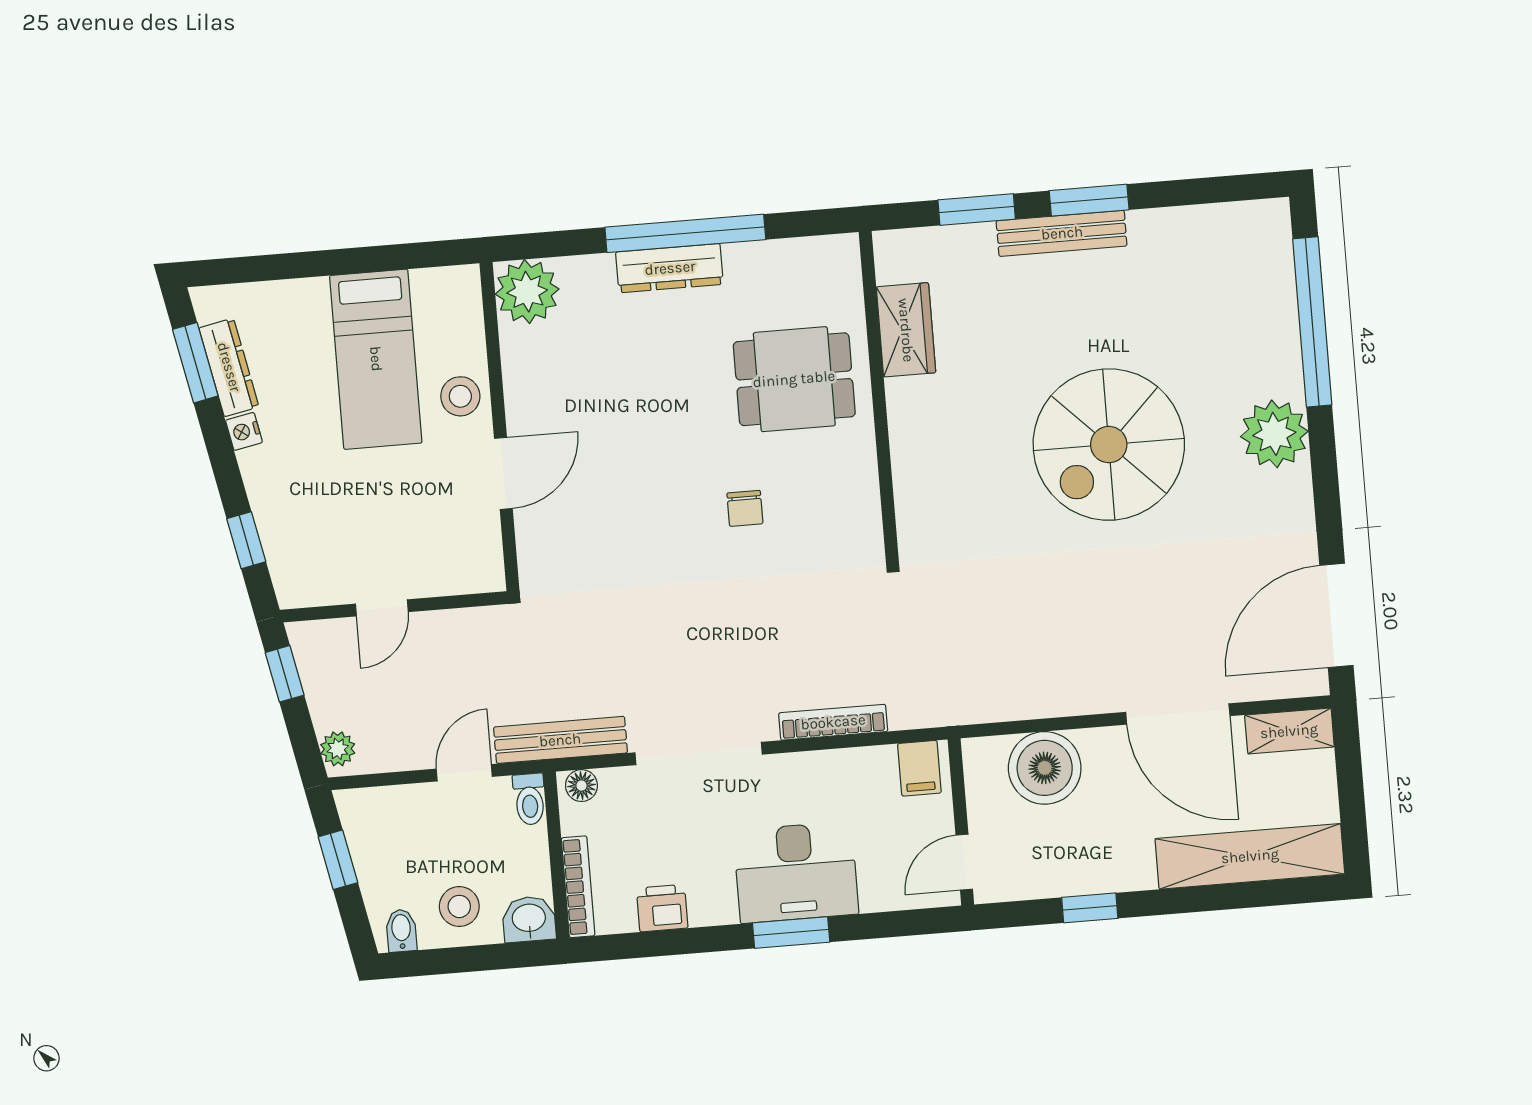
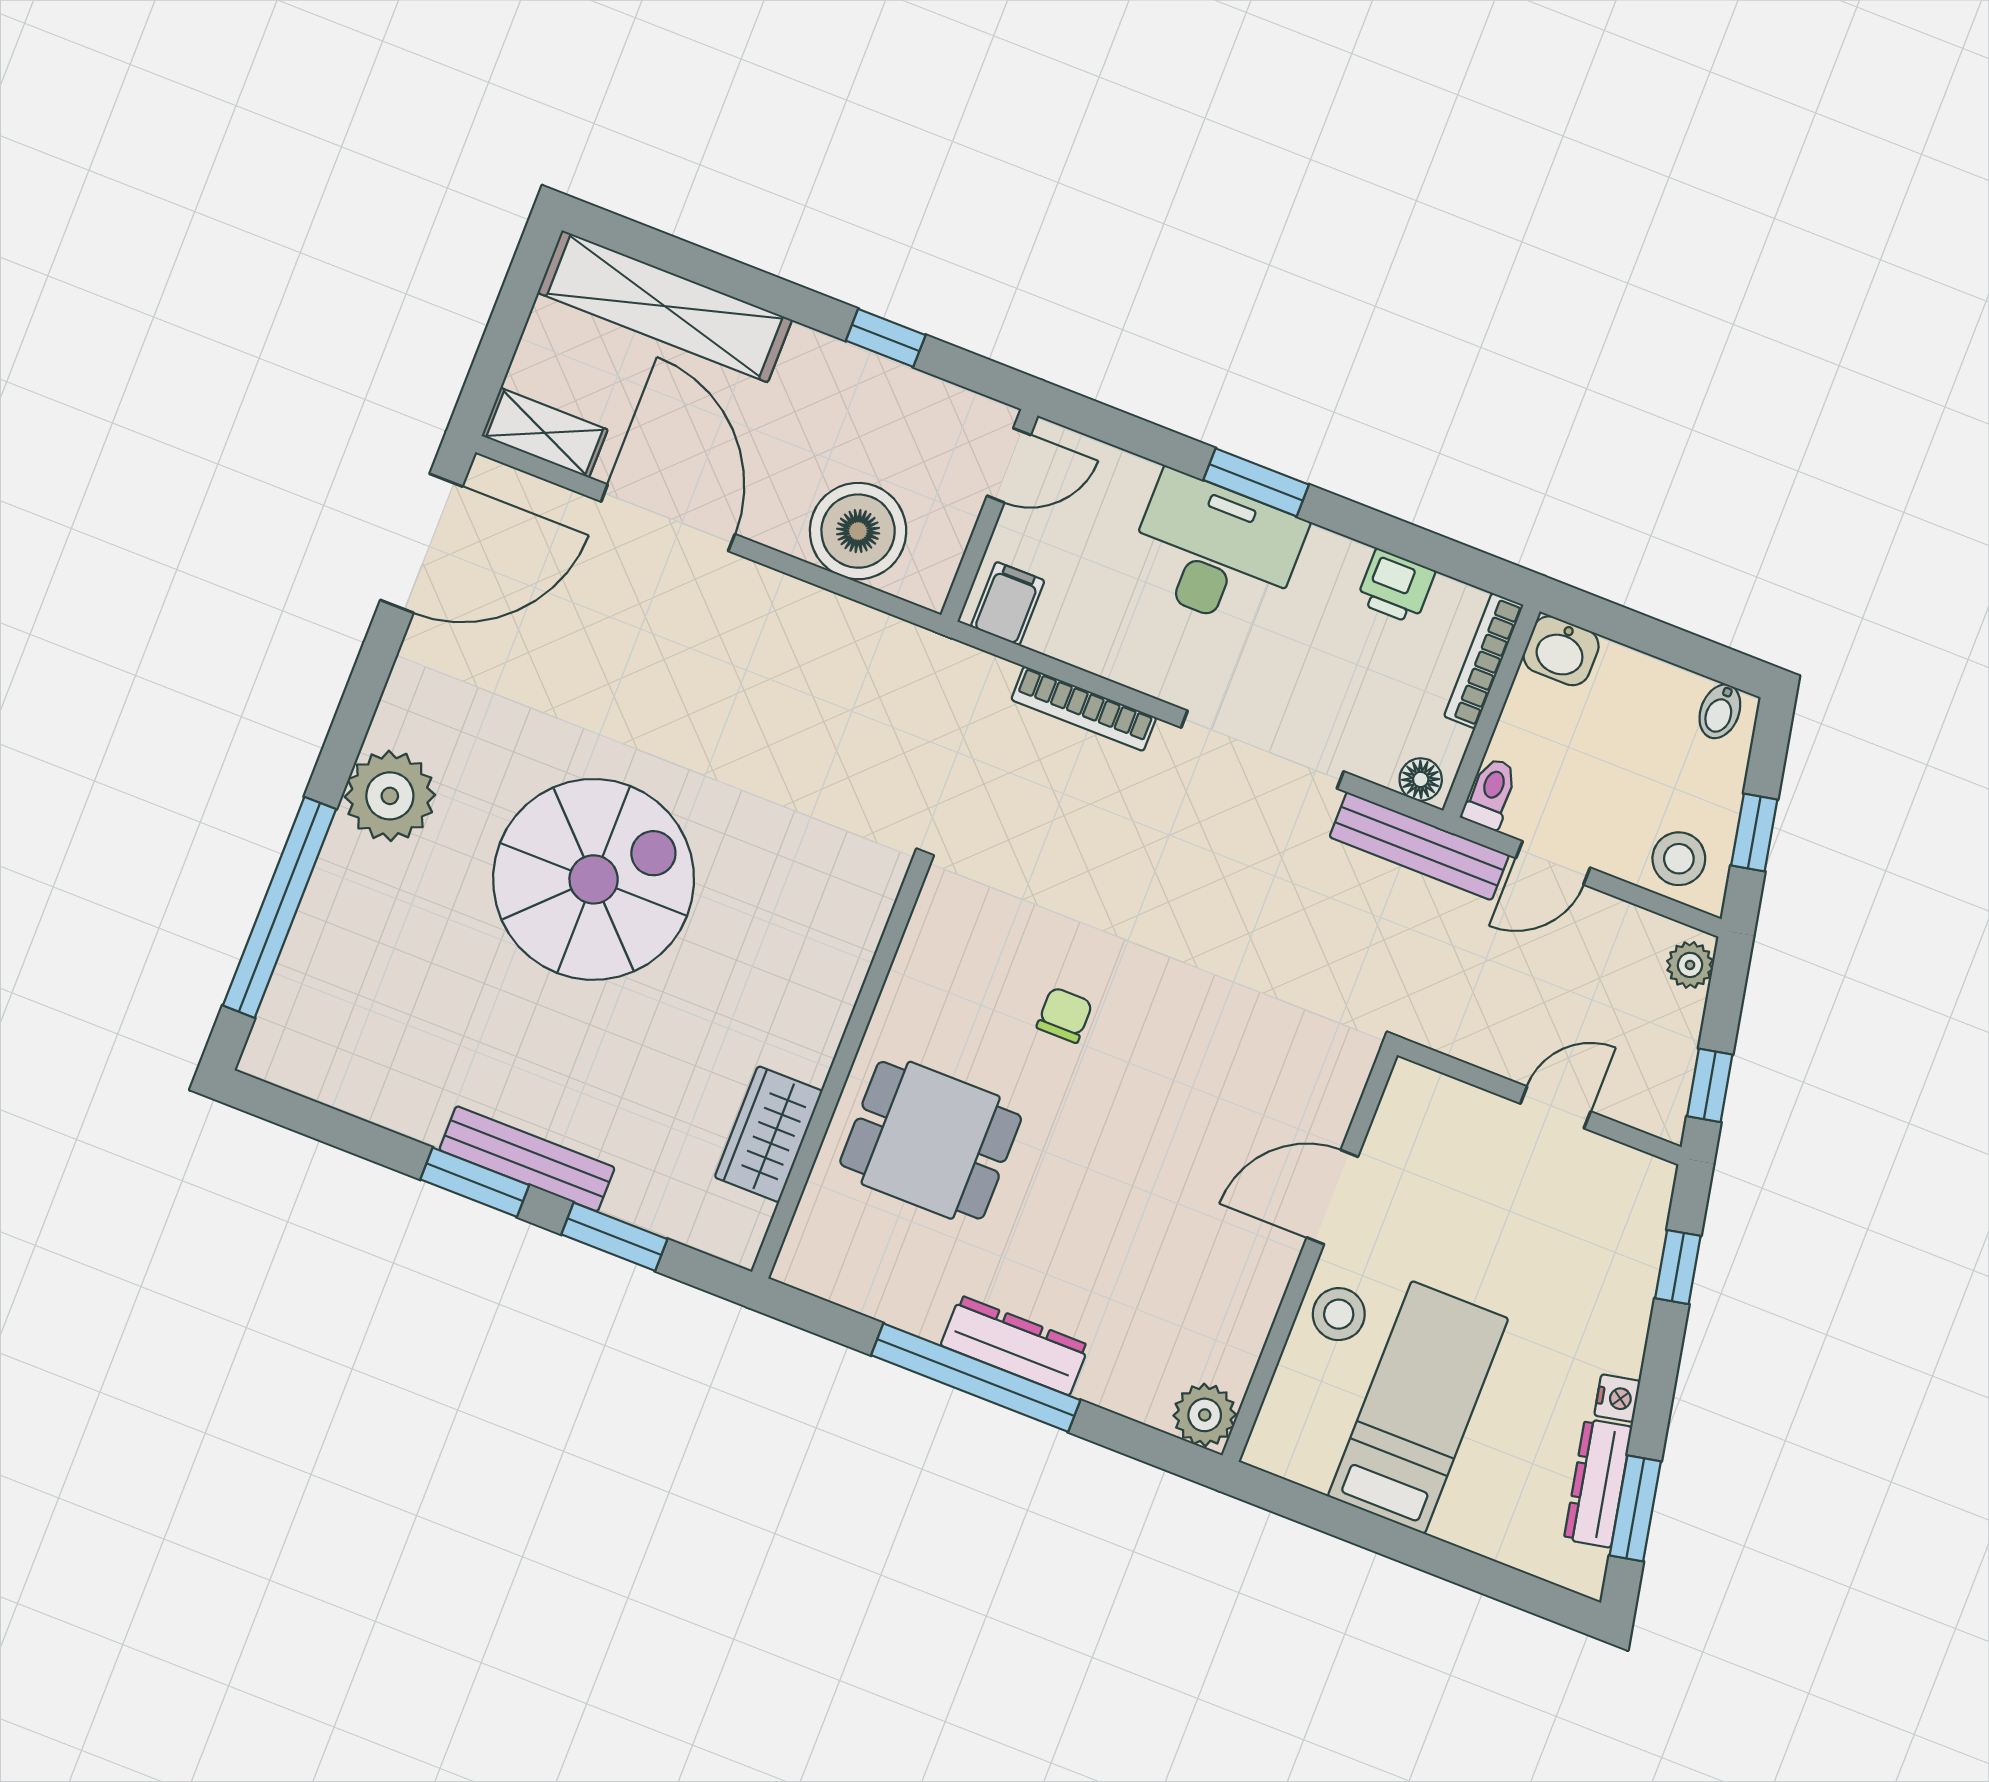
plant: (527, 292) -> (1205, 1415), width x0.73, depth x0.73
stool: (459, 906) -> (1679, 859), moved

